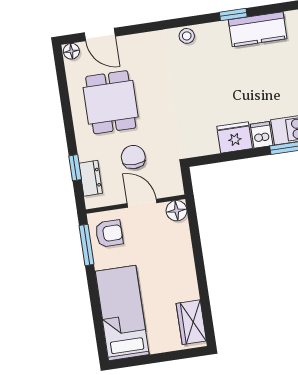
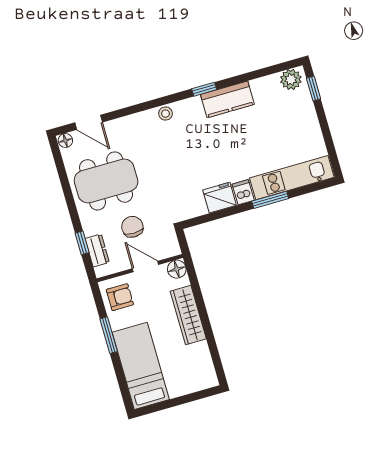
dining table: (111, 102) -> (106, 181), width x1.38
window: (87, 245) -> (109, 335), moved
wardrobe: (191, 322) -> (188, 315), moved, width x1.50

